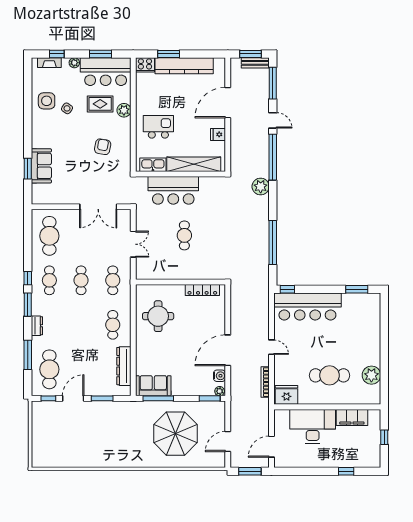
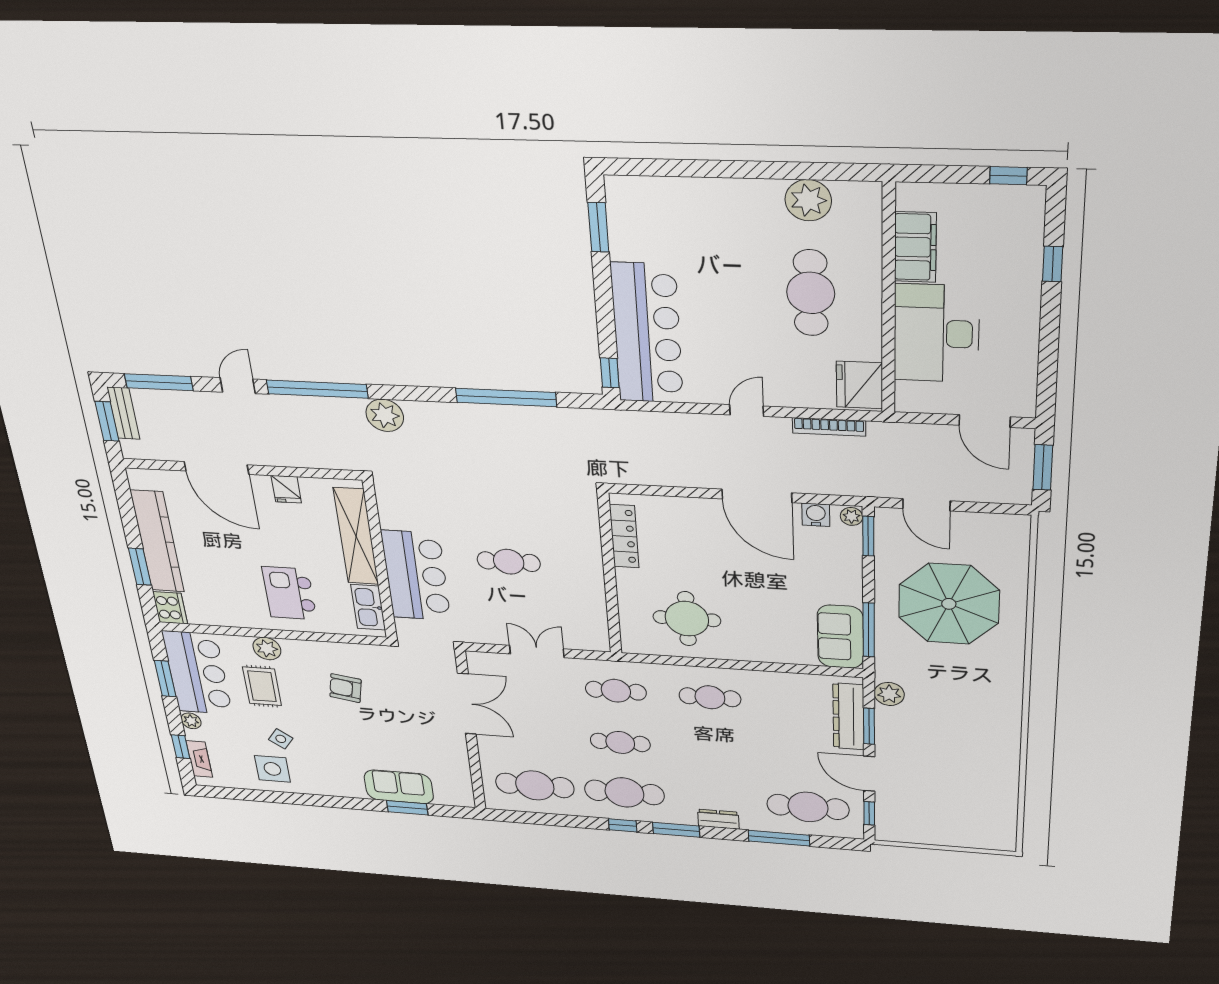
cafe table: (49, 280) -> (624, 792), width x1.37, depth x1.35
dresser: (124, 366) -> (848, 717), moved, turned 90
plant: (122, 408) -> (889, 694), added
window: (384, 437) -> (1008, 176), moved
door: (228, 441) -> (926, 505), moved

